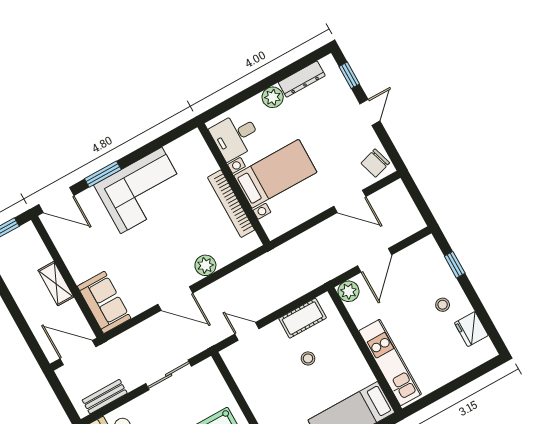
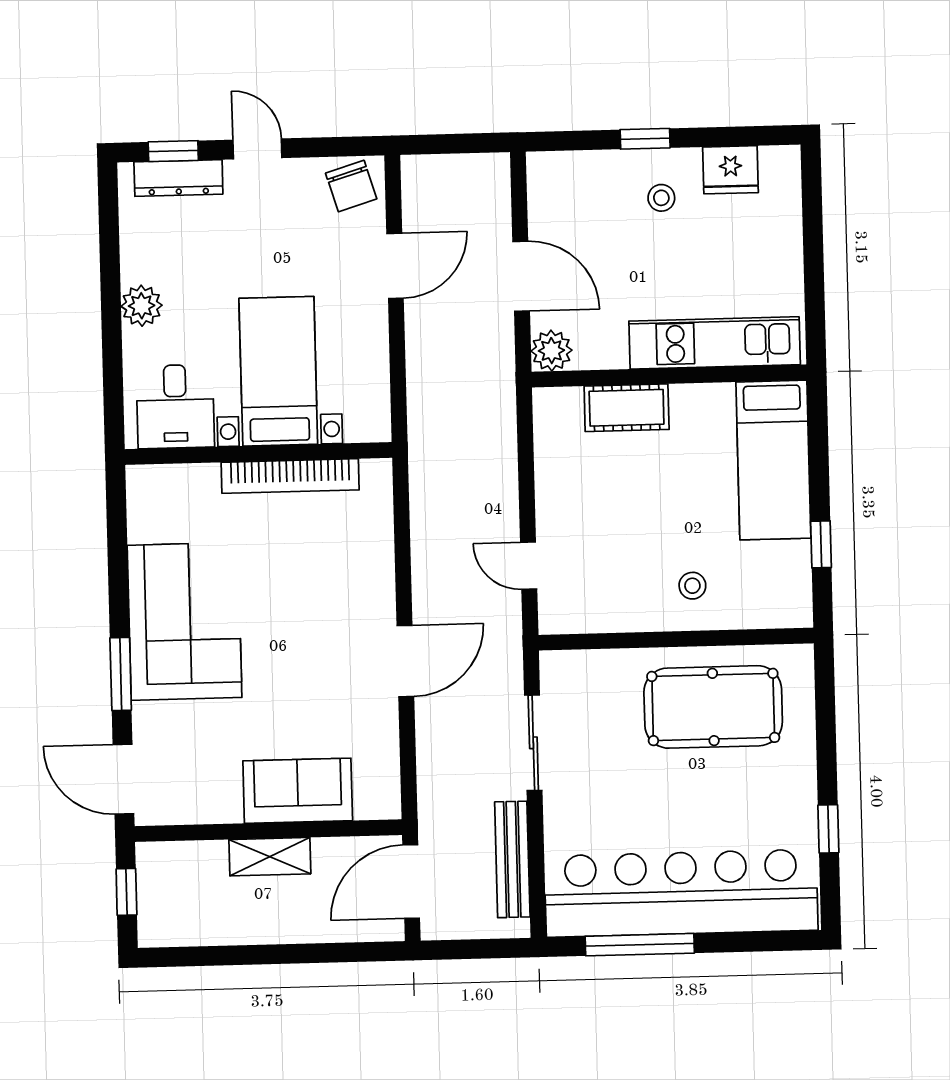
dresser: (302, 79) -> (178, 178), moved, turned 90
door: (56, 200) -> (123, 779), swing flipped
plant: (205, 265) -> (375, 578), removed
window: (455, 265) -> (645, 139), moved
sofa: (104, 302) -> (298, 791), moved
cot: (303, 318) -> (627, 408), moved, turned 90
door: (247, 331) -> (529, 566), hinge flipped
stool: (308, 358) -> (692, 586), moved
bench: (105, 397) -> (512, 859), width x1.36

